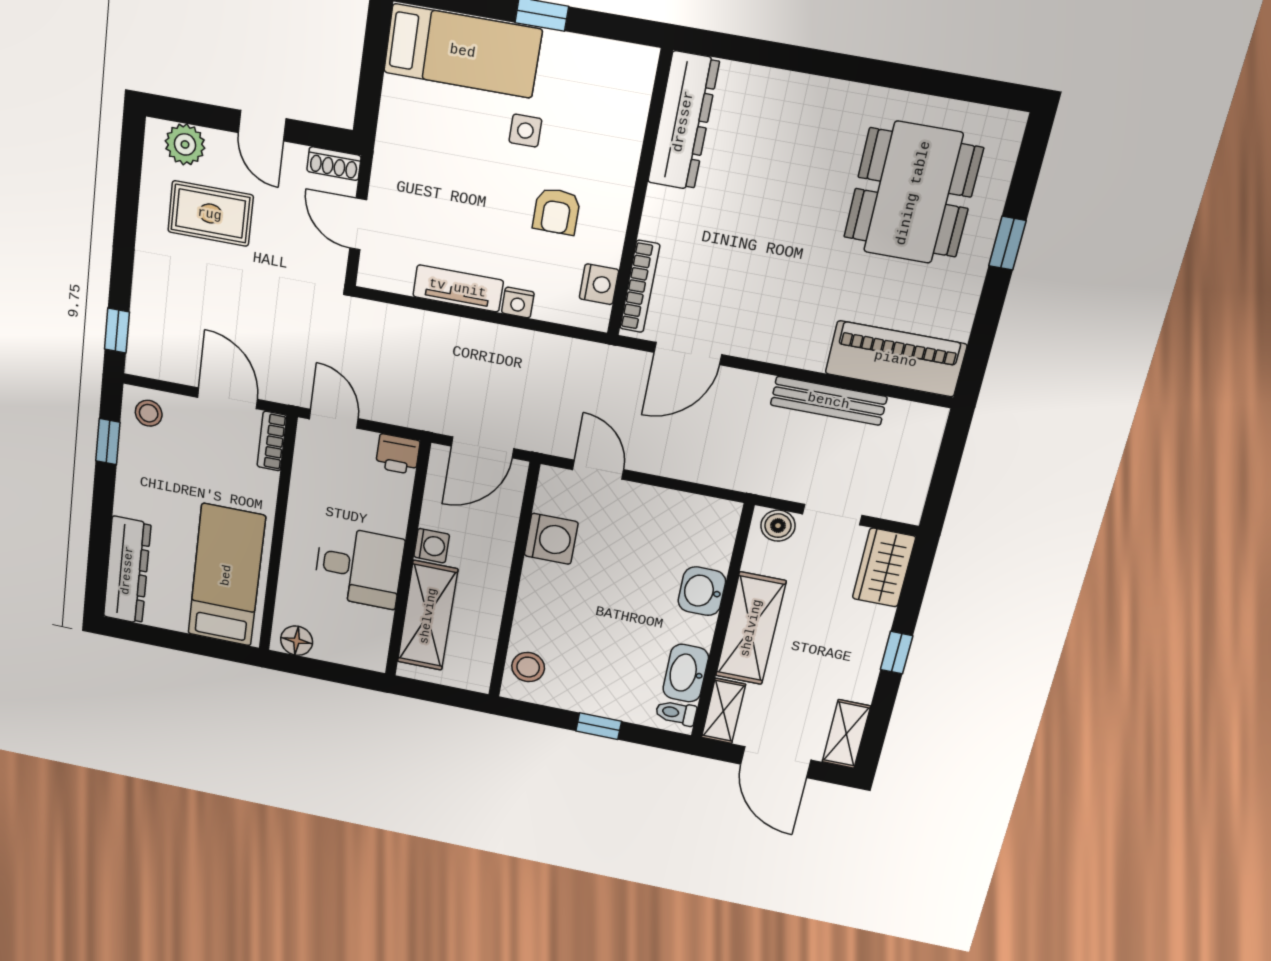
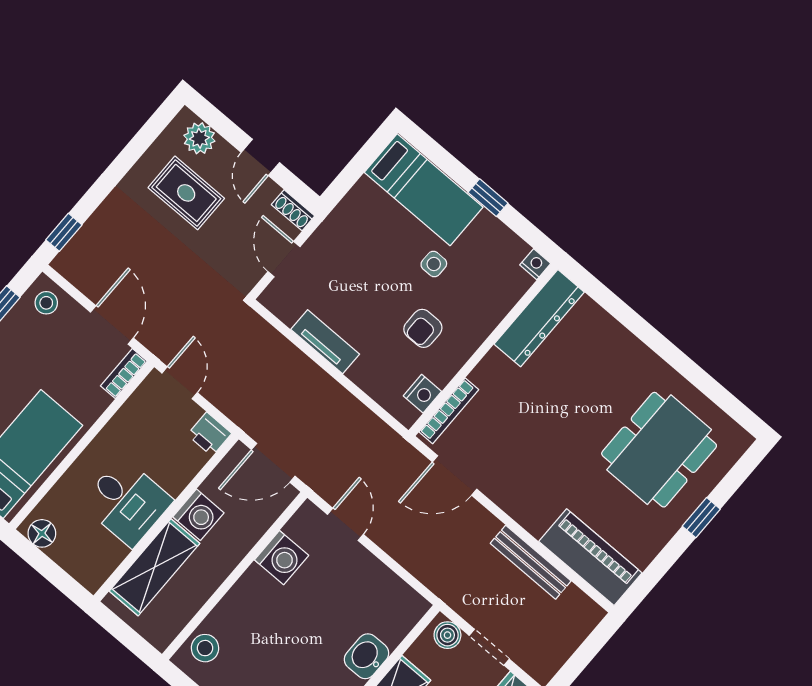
nightstand: (518, 302) -> (535, 264), moved, turned 180
washing machine: (432, 546) -> (198, 515), width x1.38, depth x1.38

